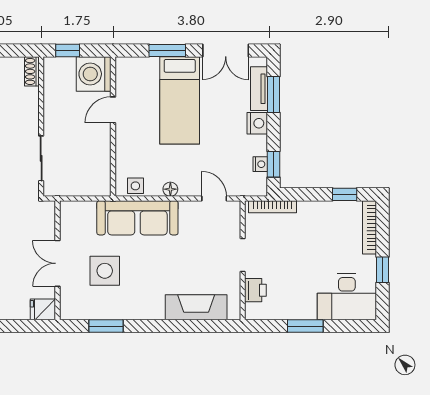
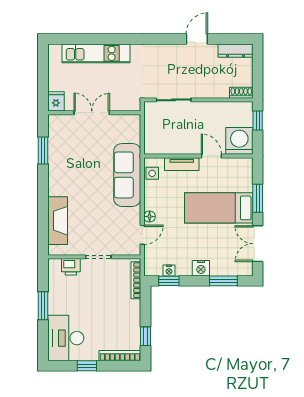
tv unit: (259, 89) -> (182, 164), moved, turned 180
floor lamp: (170, 189) -> (150, 217), moved
side table: (105, 271) -> (86, 149), removed

